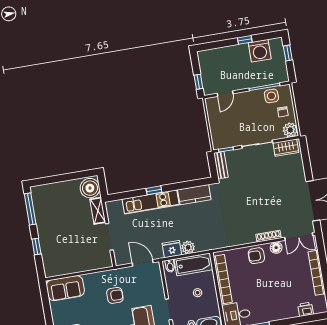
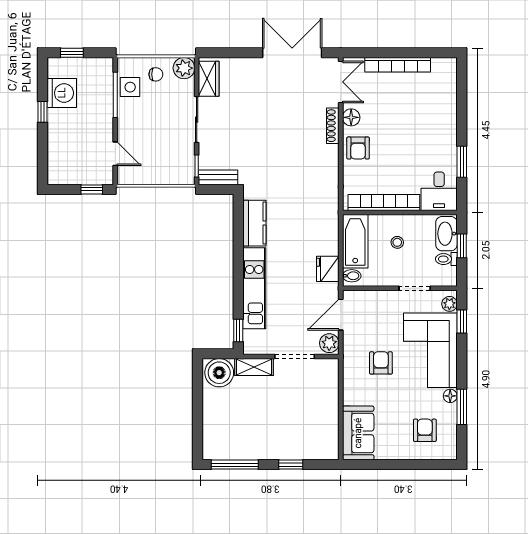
window: (154, 190) -> (238, 330), moved
plant: (188, 247) -> (329, 343), moved
printer: (306, 309) -> (448, 90), removed

